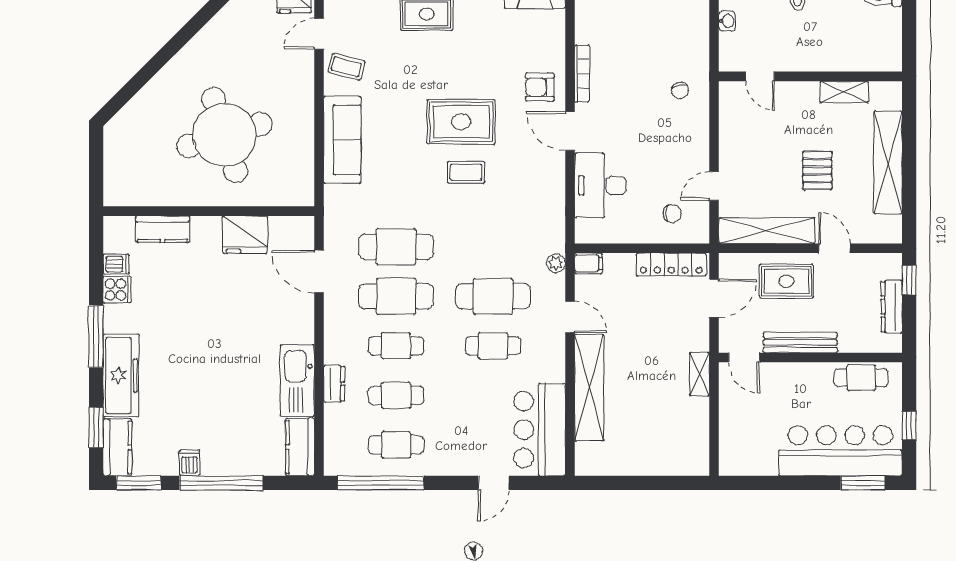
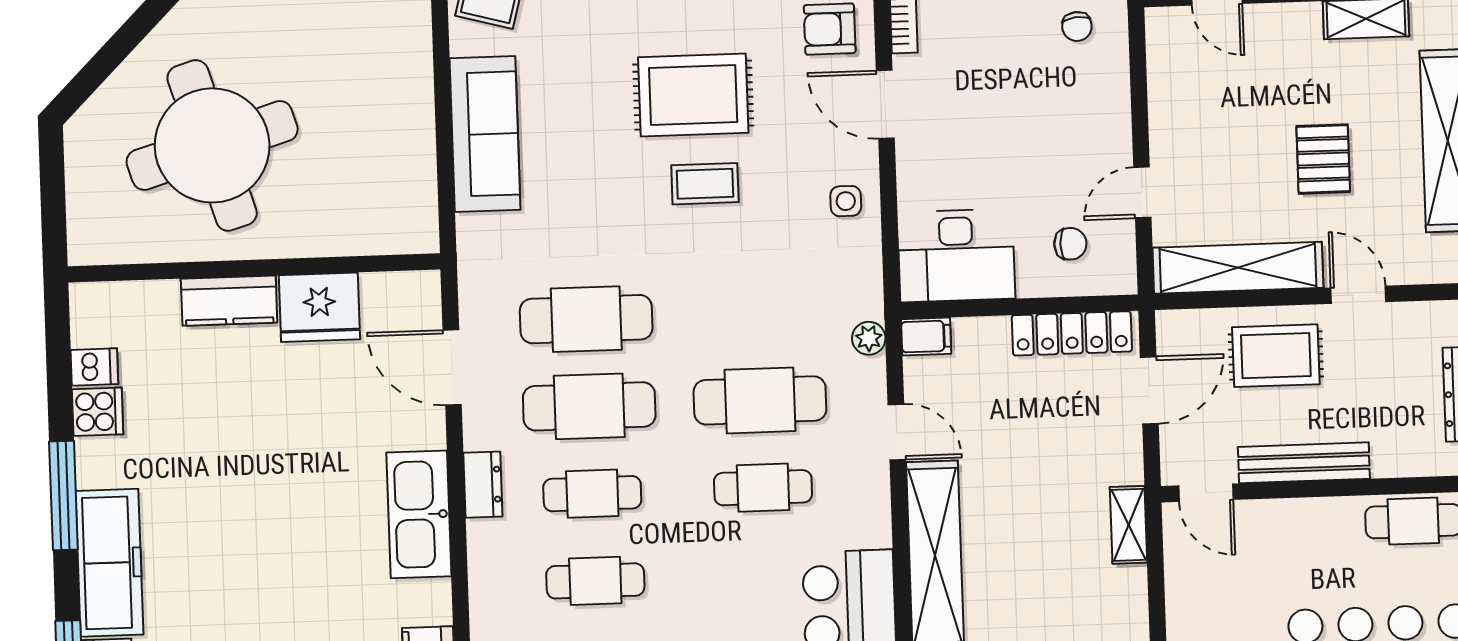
round table: (225, 135) -> (212, 145), moved
side table: (546, 185) -> (846, 201), added
desk: (600, 185) -> (956, 256), moved, turned -90
kitchen counter: (163, 229) -> (229, 301), moved
kitchen sink: (297, 381) -> (419, 514), moved
dresser: (334, 384) -> (483, 485), moved

